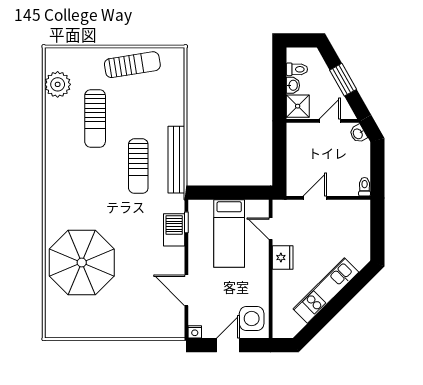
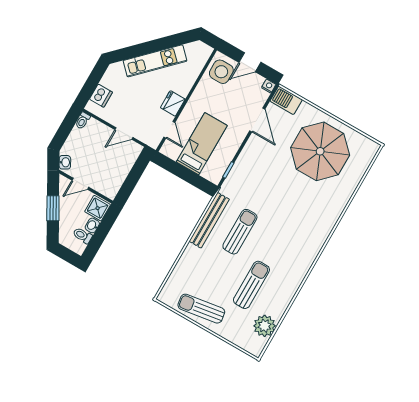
dishwasher: (361, 223) -> (101, 96), added
barbecue: (174, 230) -> (286, 100), moved, turned 90
parasol: (82, 263) -> (320, 151), moved

